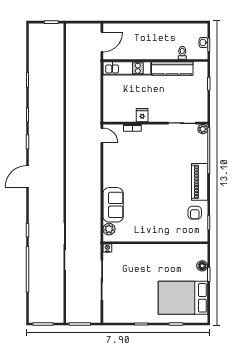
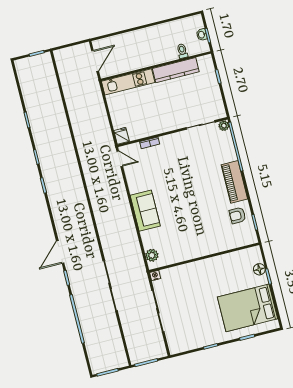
fridge: (142, 115) -> (122, 136), moved
door: (28, 176) -> (60, 252), moved
sofa: (113, 205) -> (145, 211), moved
armchair: (195, 213) -> (237, 215), turned 90

